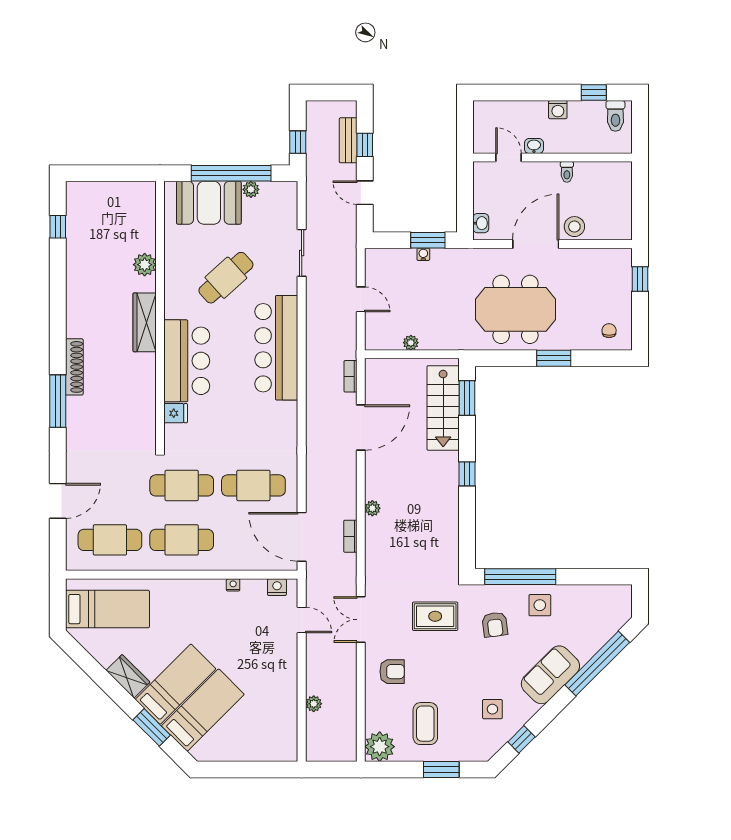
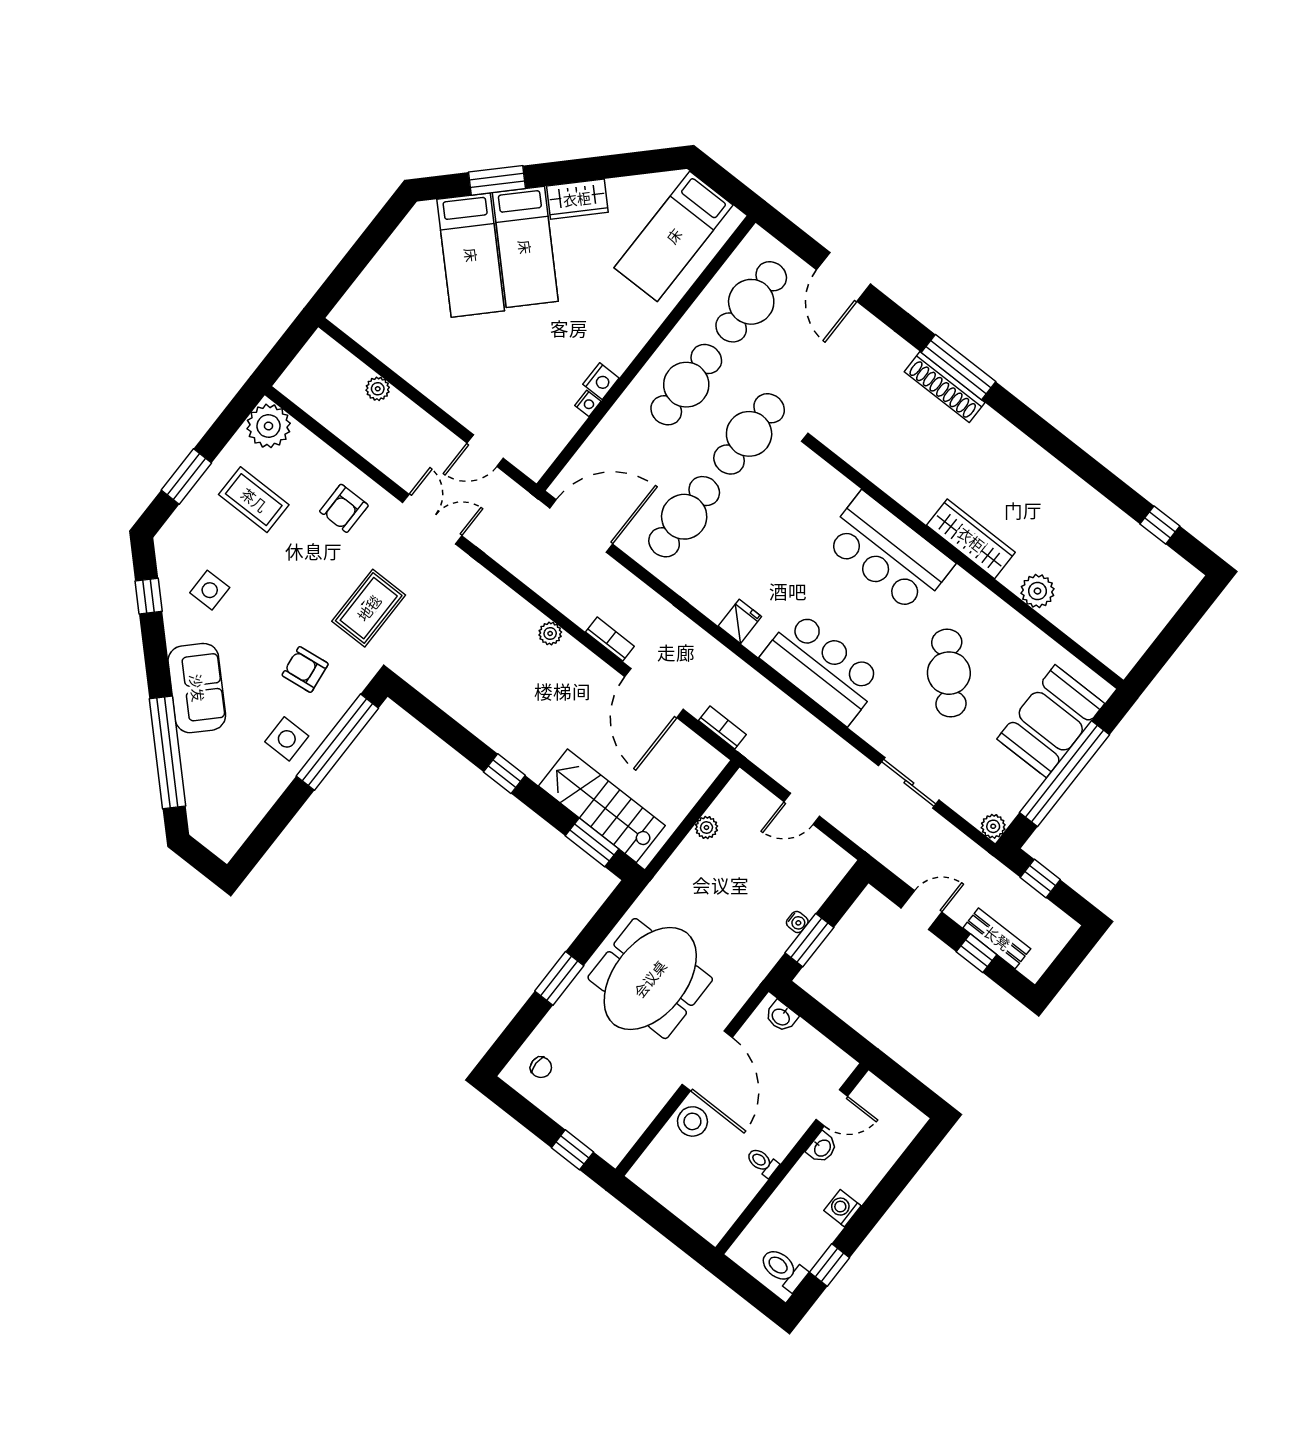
plant: (251, 189) -> (993, 826), moved
bar counter: (276, 348) -> (822, 668), width x0.73
shoe rack: (74, 367) -> (945, 387), moved
fridge: (176, 413) -> (740, 621), moved, turned 180
bookcase: (350, 536) -> (610, 639), moved
nightstand: (277, 587) -> (601, 381), moved

